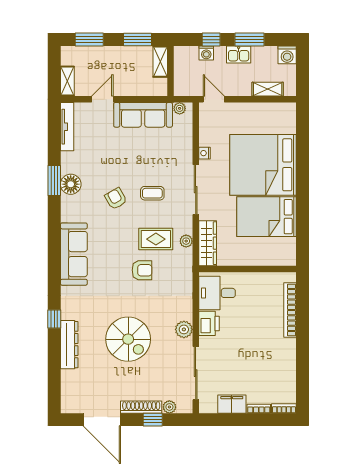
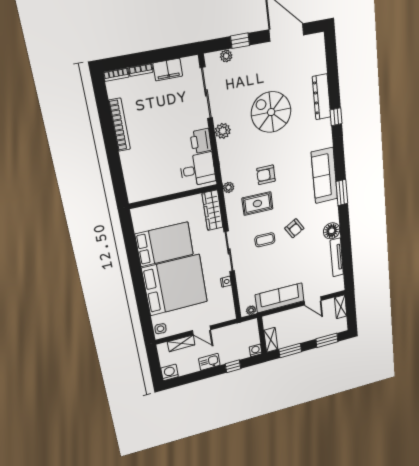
window: (249, 40) -> (202, 375), removed
washing machine: (206, 53) -> (256, 350), moved
door: (102, 99) -> (313, 301), hinge flipped
door: (214, 99) -> (202, 330), moved
side table: (288, 115) -> (161, 329), added
tv unit: (67, 127) -> (337, 257), moved
window: (54, 180) -> (342, 192), moved
plant: (186, 241) -> (228, 187), moved
bookcase: (290, 310) -> (120, 125), moved
shoe rack: (141, 407) -> (252, 51), removed

